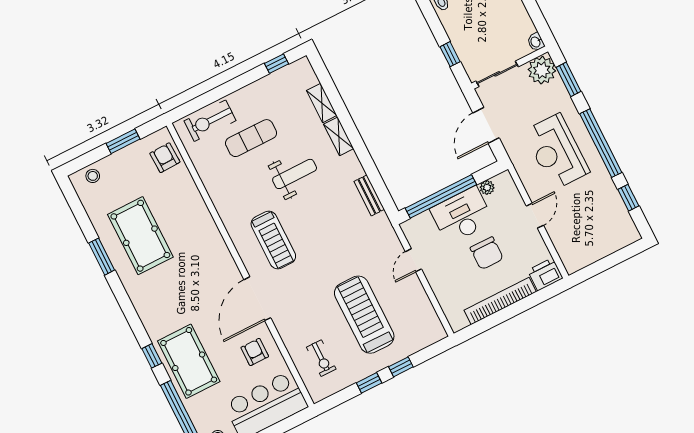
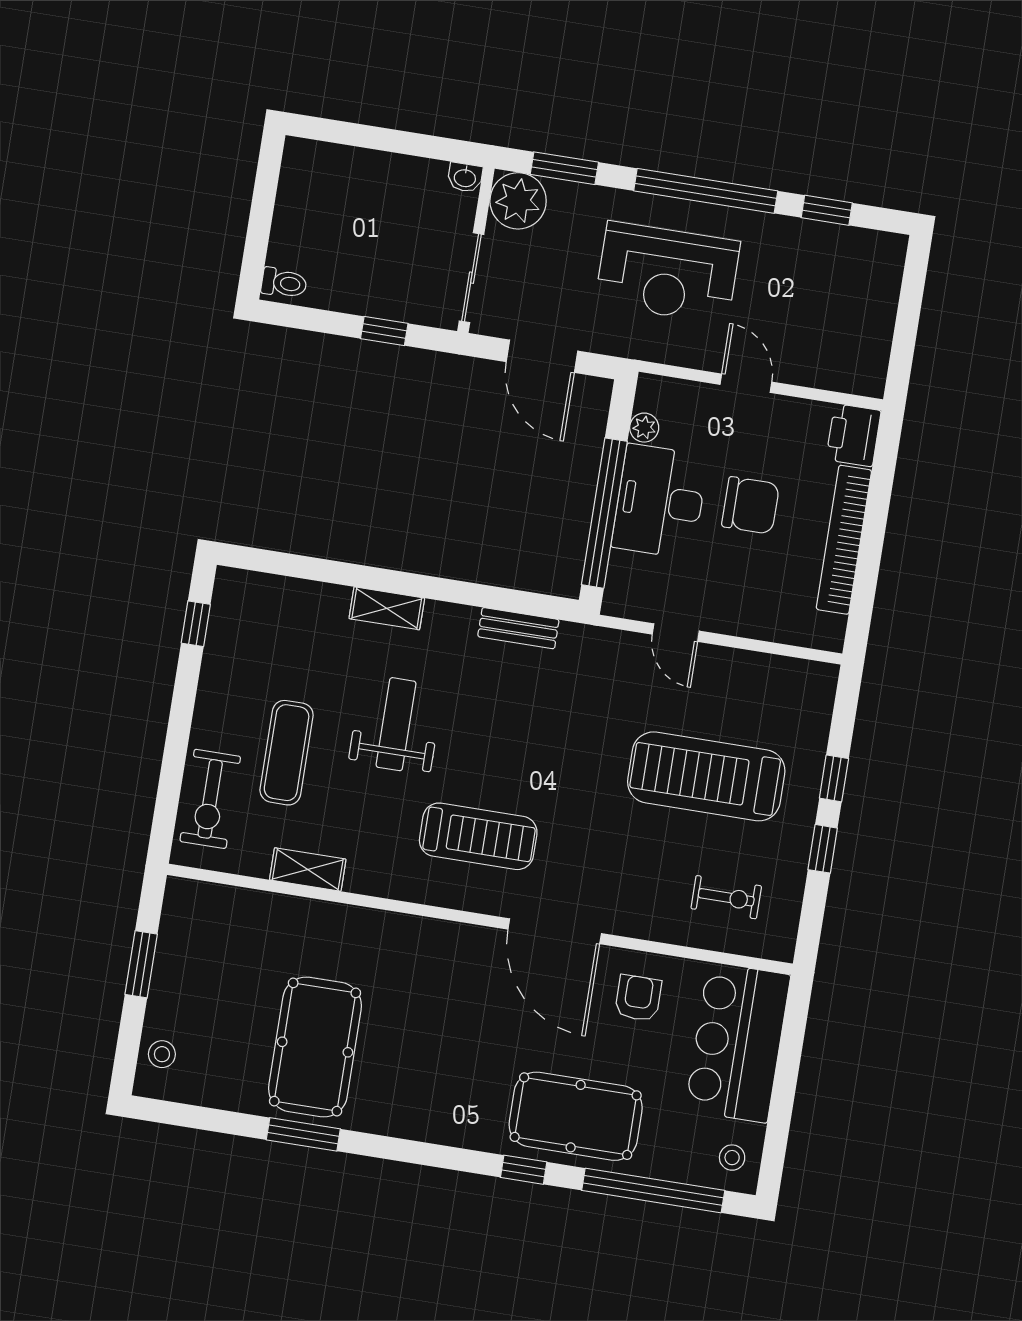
shelving: (322, 103) -> (308, 869), moved
armchair: (165, 158) -> (217, 916), removed
pool table: (140, 236) -> (315, 1047), turned 90
armchair: (255, 352) -> (638, 998), turned 90

